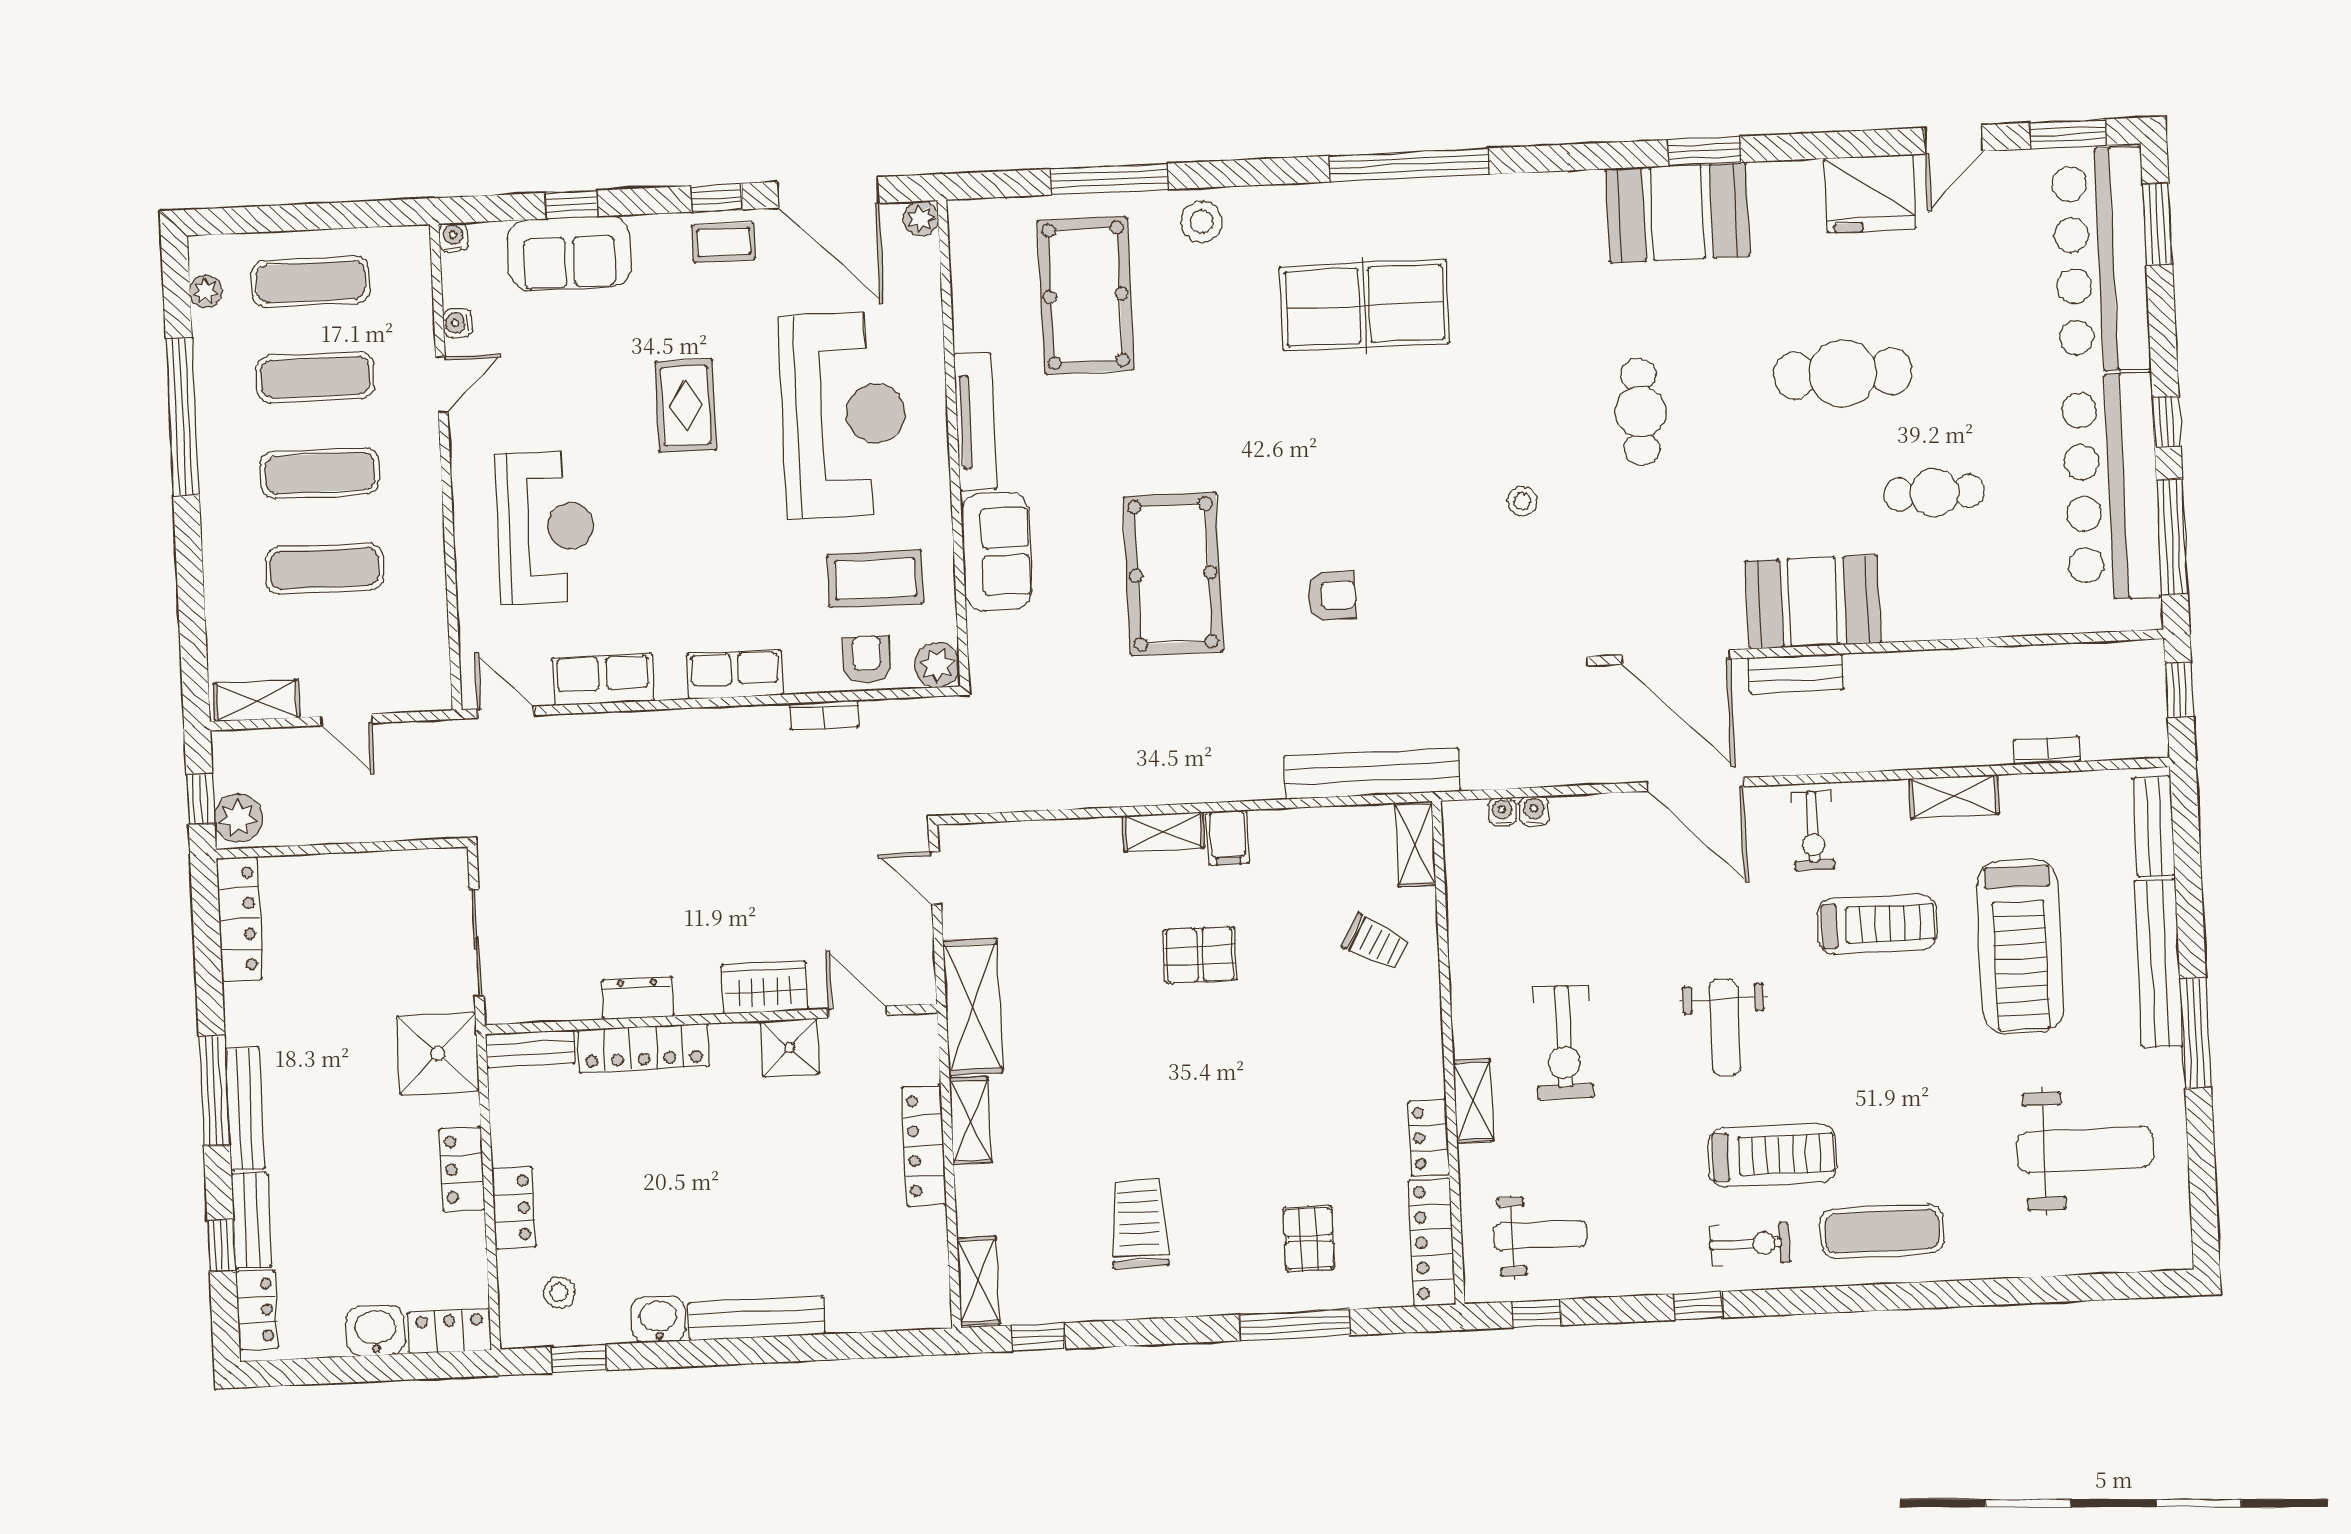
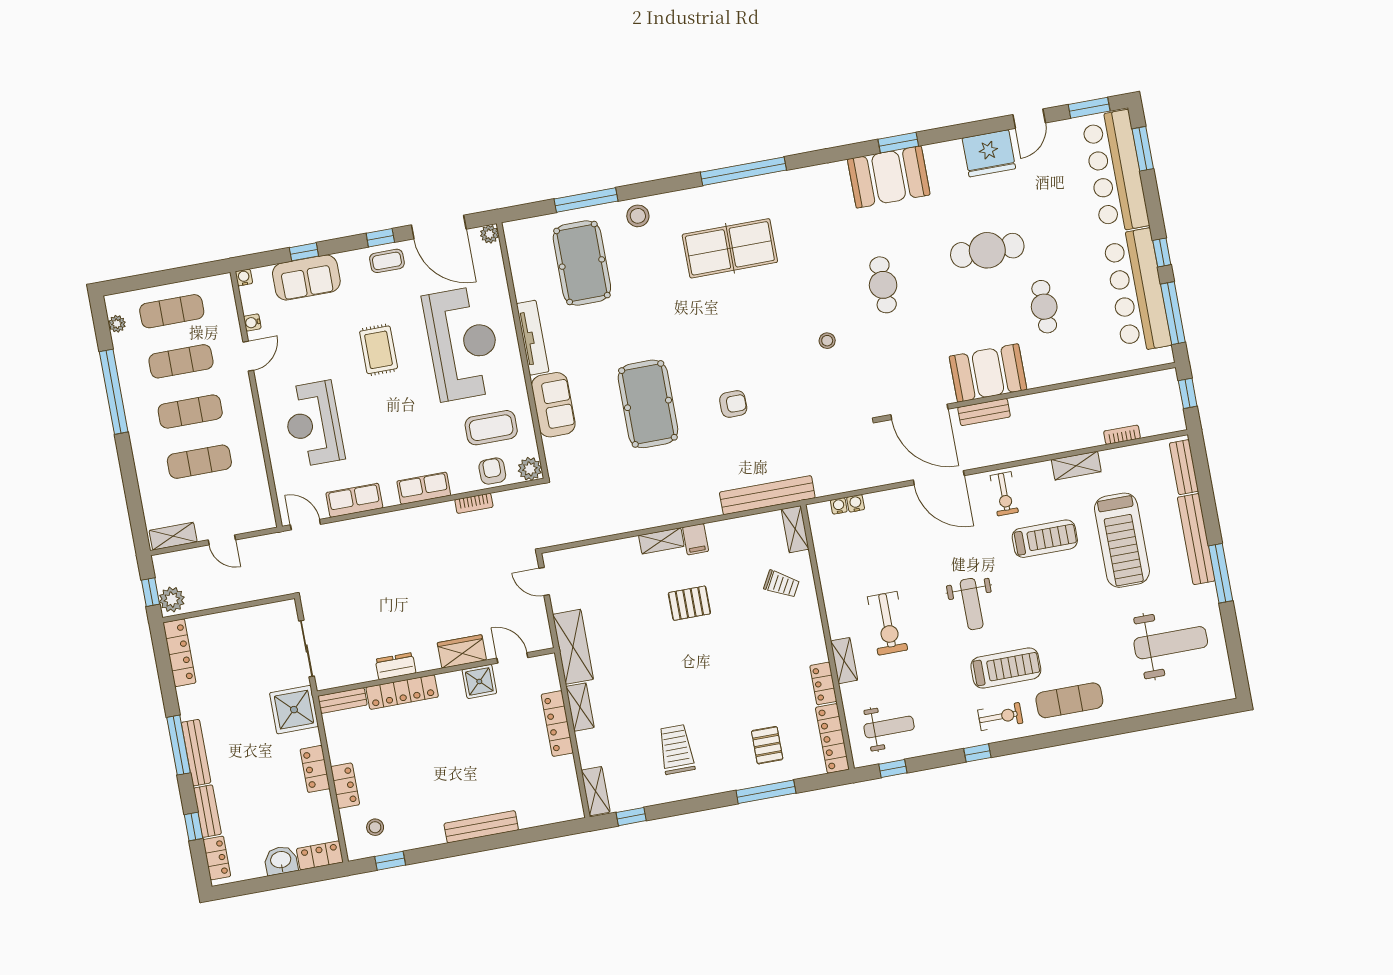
cafe table: (1934, 493) -> (1044, 307), turned 90
reception desk: (545, 527) -> (313, 424), turned 180
washbasin: (658, 1319) -> (429, 834), removed

